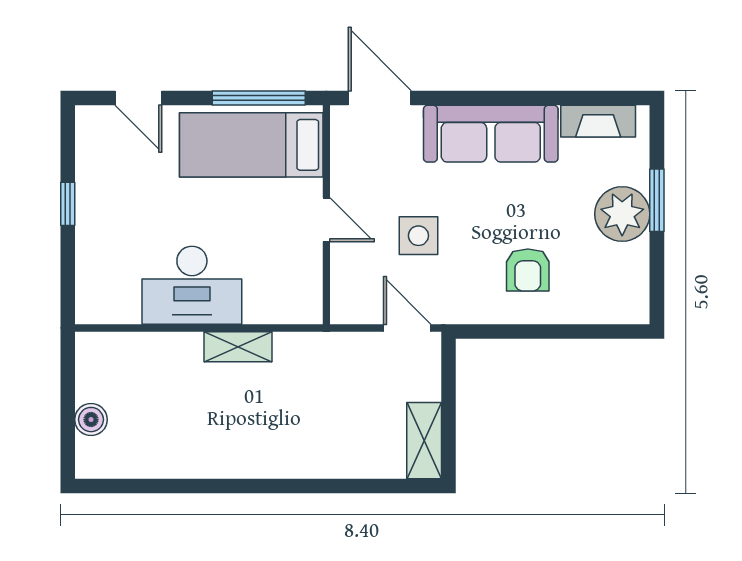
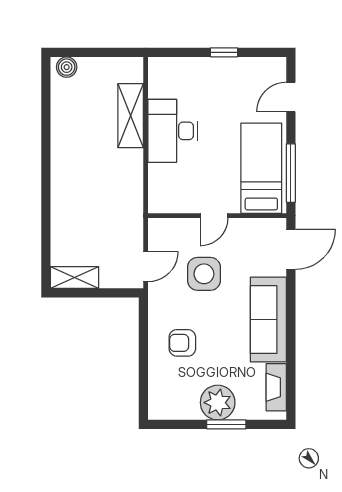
side table: (418, 236) -> (204, 274), width x1.37, depth x1.37
shelving: (238, 347) -> (131, 116), moved, width x1.50, depth x1.33
boiler: (91, 420) -> (67, 67), moved

